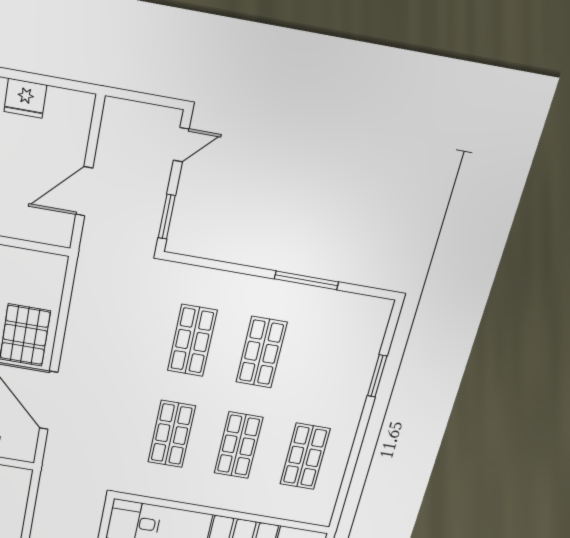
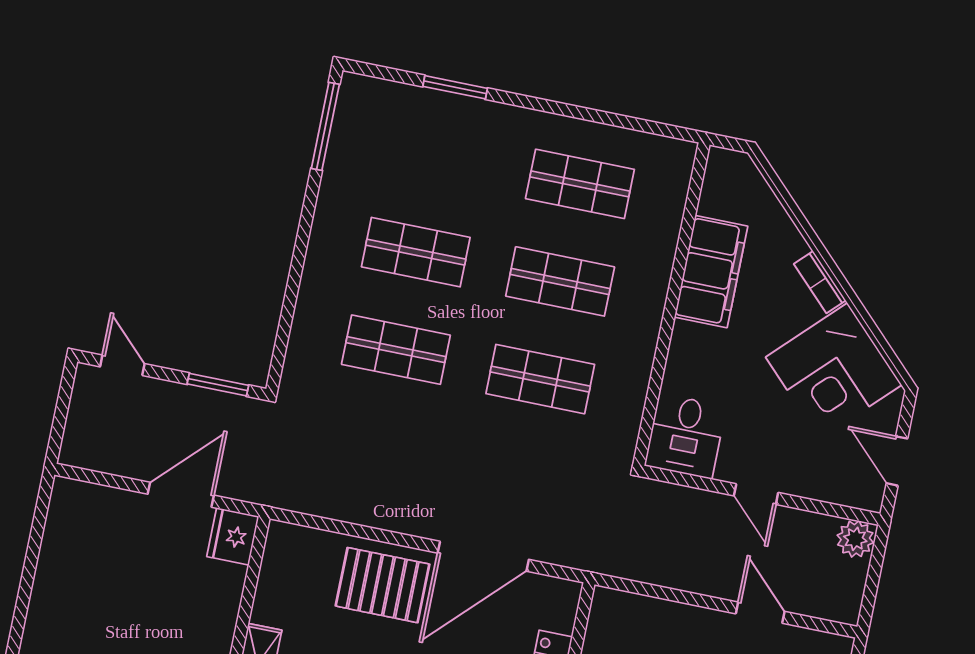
fridge: (25, 98) -> (233, 536), moved, turned 180
door: (84, 191) -> (181, 495), swing flipped
window: (306, 280) -> (325, 126), moved

